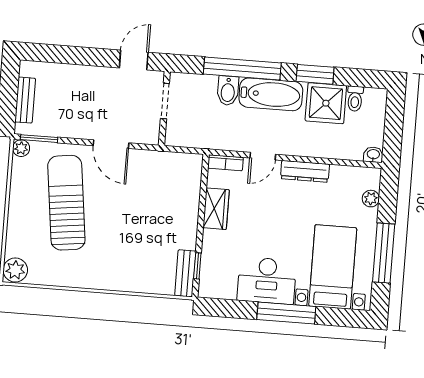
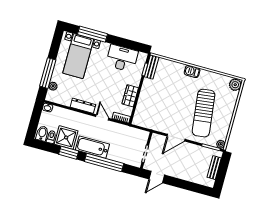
bidet: (228, 91) -> (42, 133), moved
door: (111, 144) -> (176, 138), swing flipped
door: (263, 156) -> (102, 117), hinge flipped
window: (384, 253) -> (48, 73), moved
barbecue: (105, 280) -> (192, 71), added
desk: (267, 281) -> (122, 58), moved
window: (286, 313) -> (93, 34), moved

